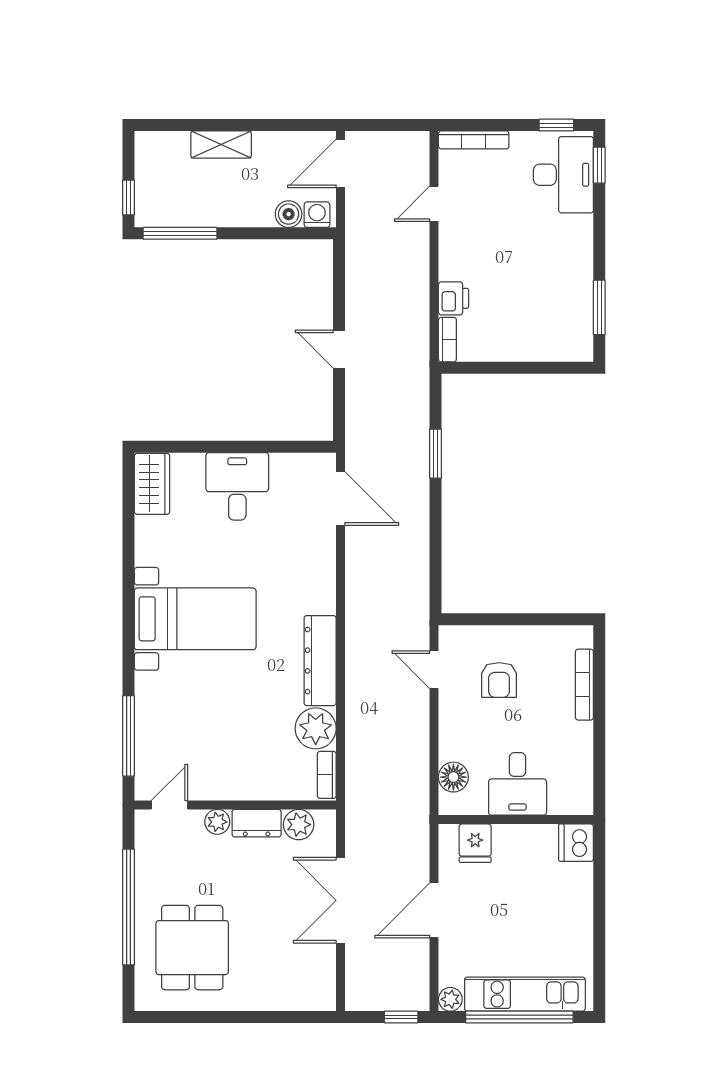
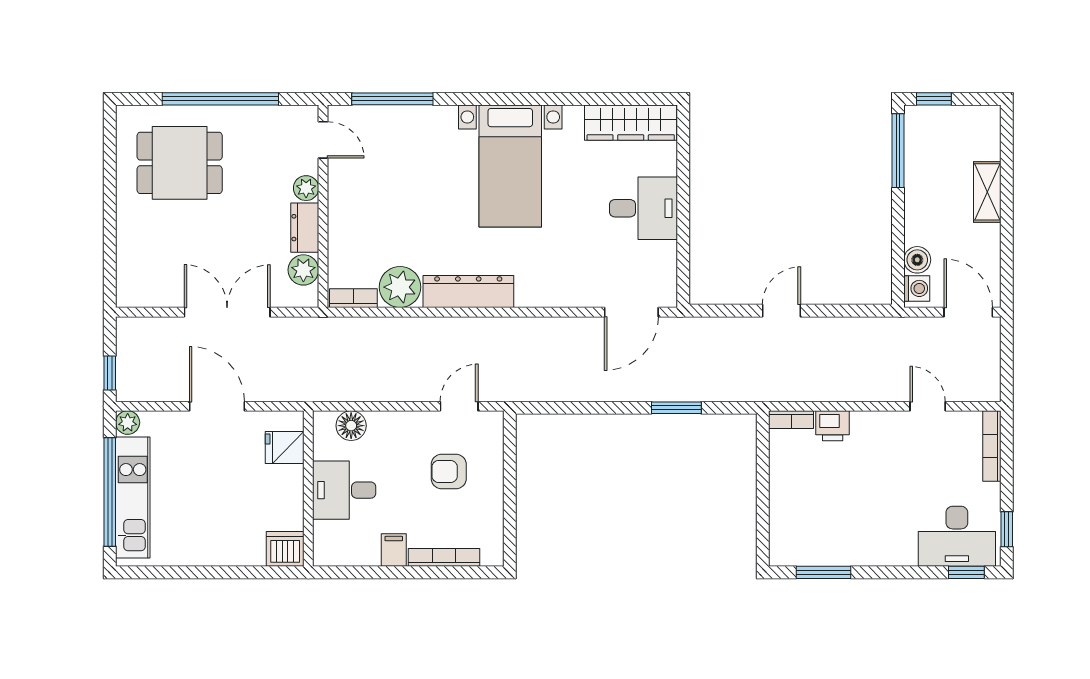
wardrobe: (152, 484) -> (631, 123), width x1.50
filing cabinet: (577, 735) -> (394, 550), added

